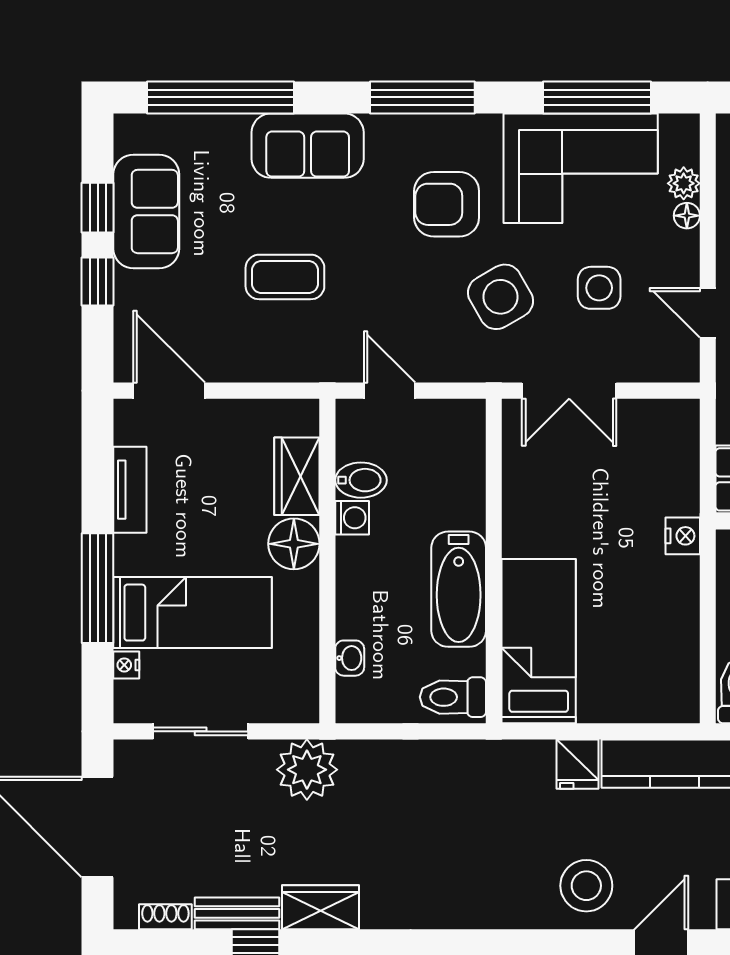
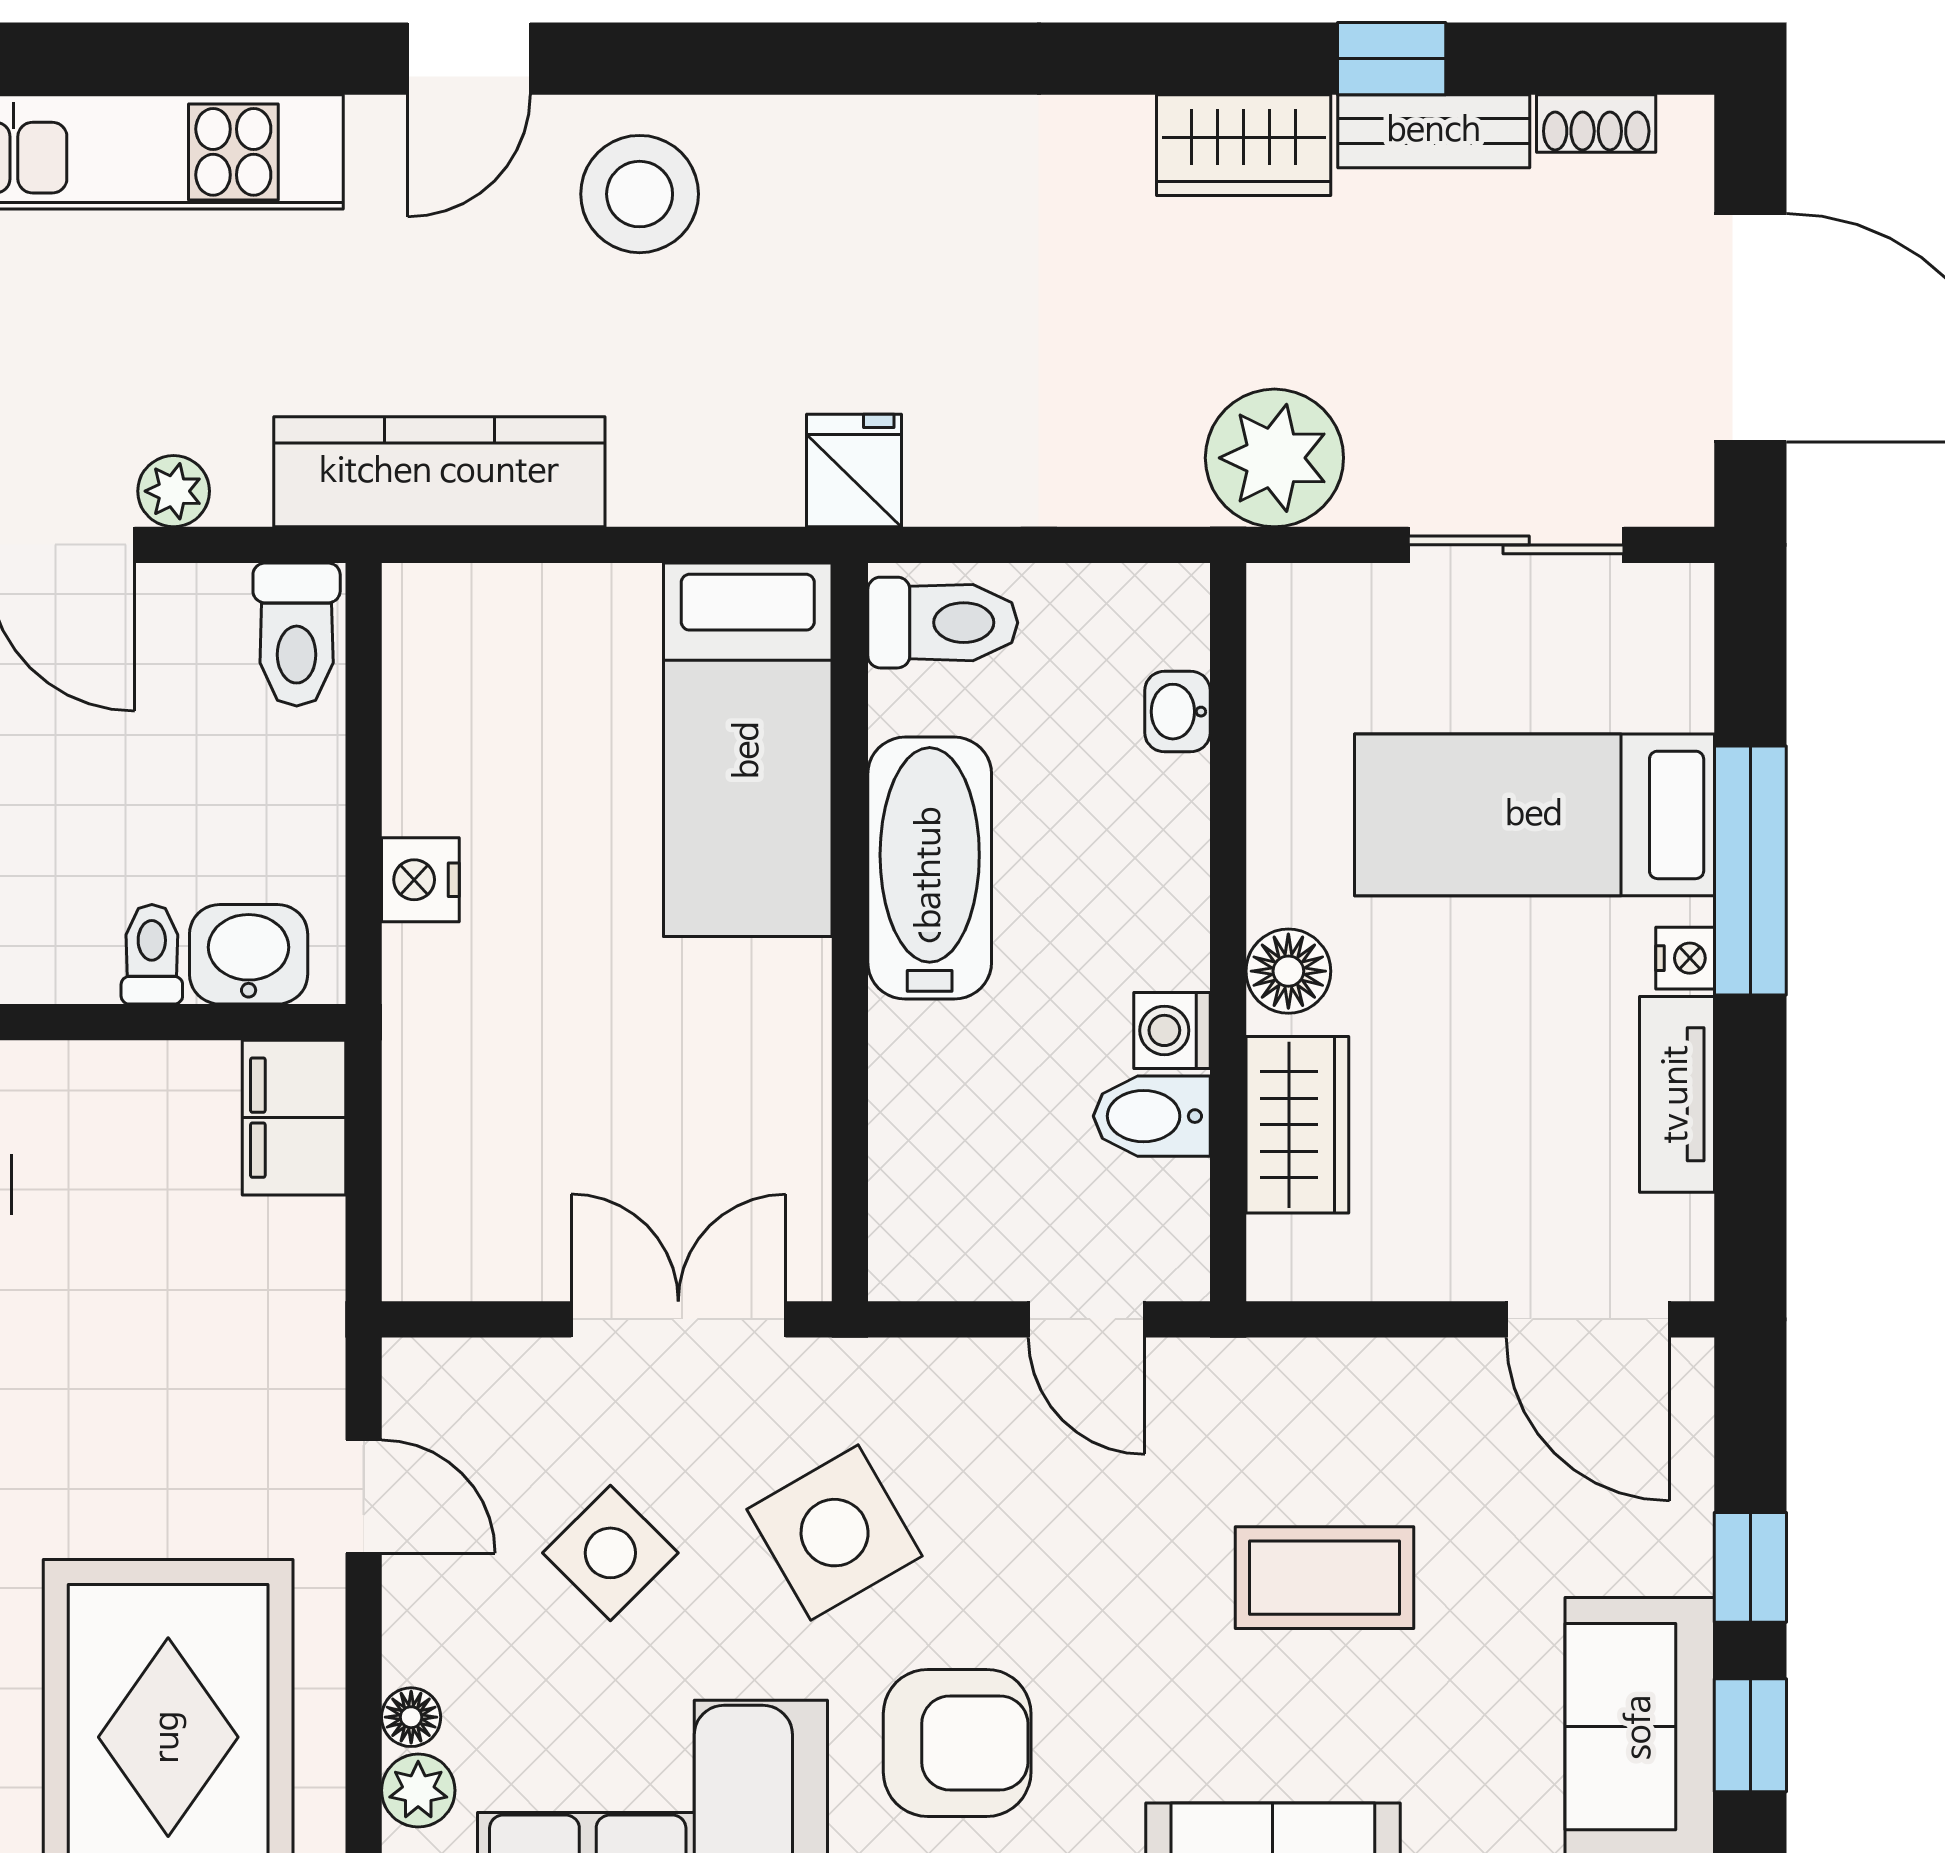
side table: (599, 288) -> (610, 1553), turned 45
nightstand: (683, 536) -> (420, 880), moved
floor lamp: (294, 544) -> (1288, 971), width x0.73, depth x0.73
nightstand: (126, 665) -> (1685, 958), moved
fridge: (578, 764) -> (854, 471), moved

